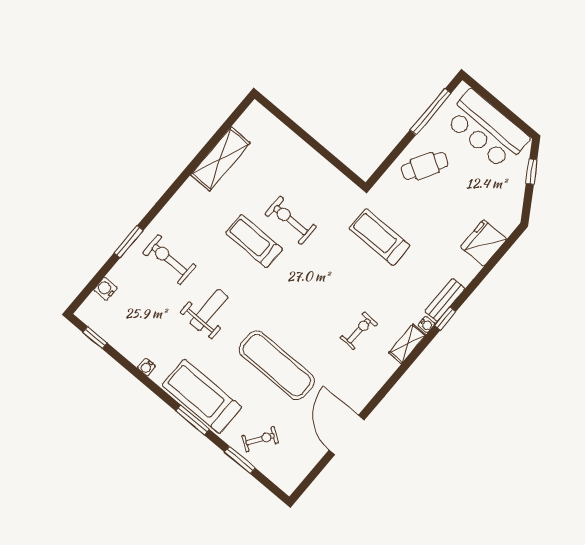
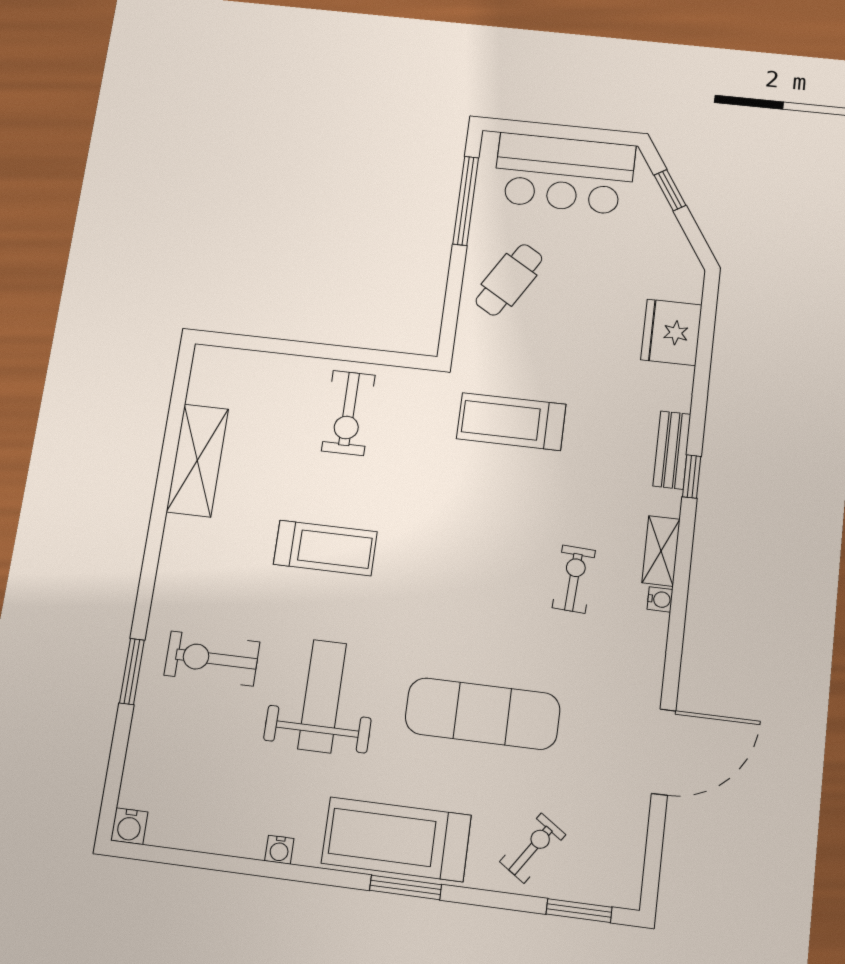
exercise bike: (291, 220) -> (348, 413), moved, turned -90
treadmill: (254, 241) -> (325, 548), turned 180
water cooler: (105, 289) -> (129, 826), moved, turned -90
weight bench: (209, 310) -> (322, 696), width x1.36, depth x1.33
water cooler: (426, 325) -> (660, 599), moved
window: (95, 338) -> (168, 856), removed
door: (347, 435) -> (664, 752), swing flipped
window: (240, 460) -> (579, 911), moved

